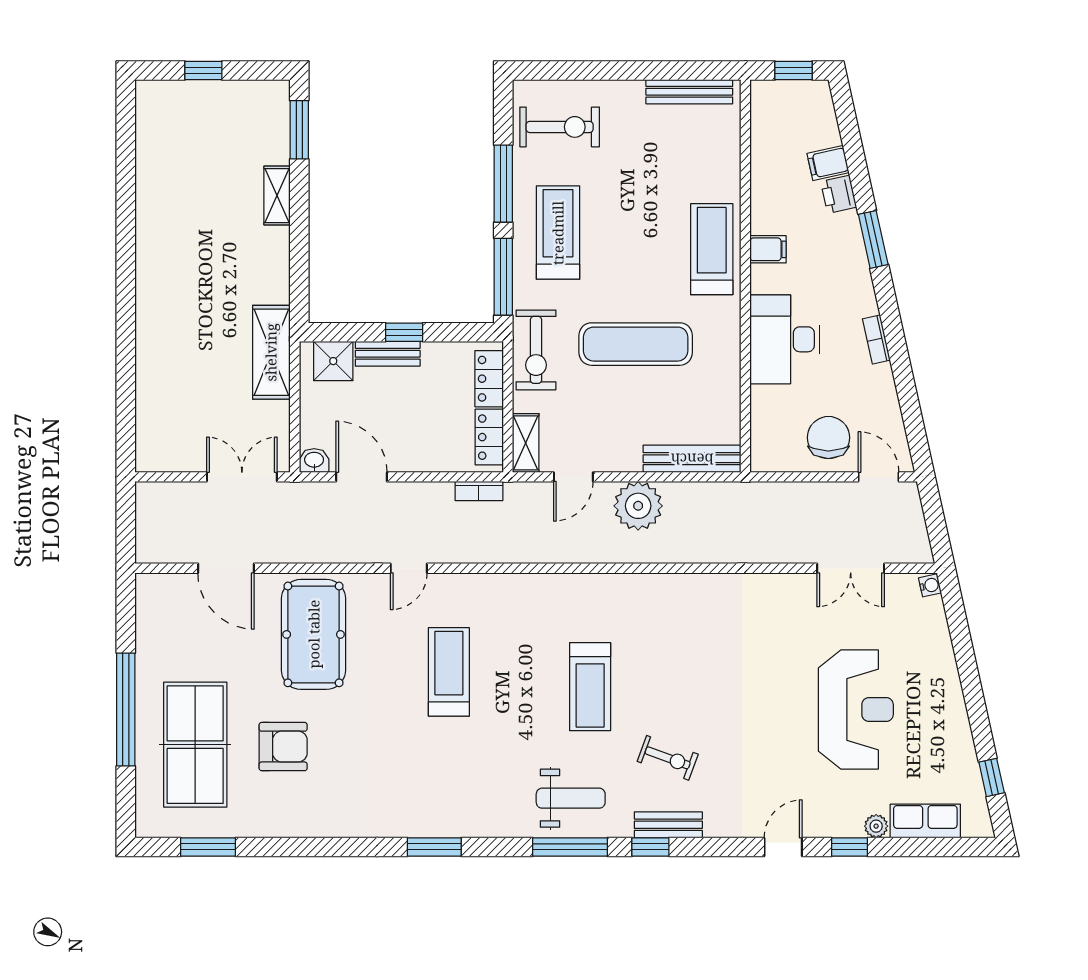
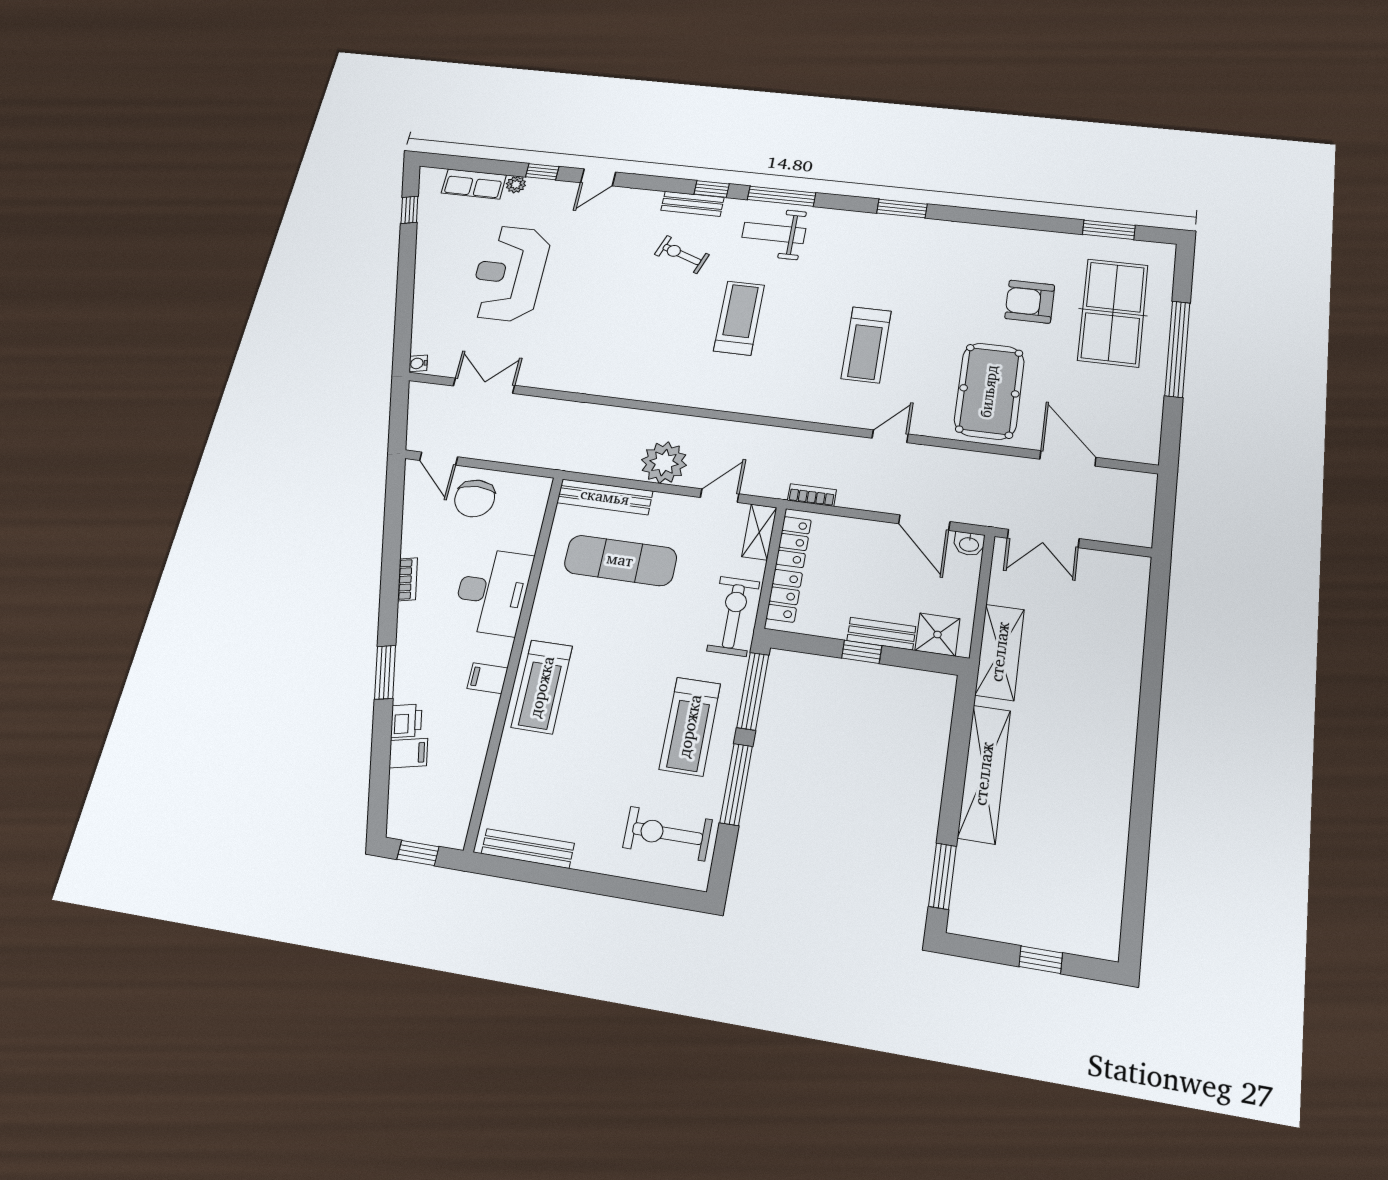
shelving: (277, 196) -> (984, 774), width x2.20, depth x1.33
exercise mat: (636, 344) -> (620, 560), moved

